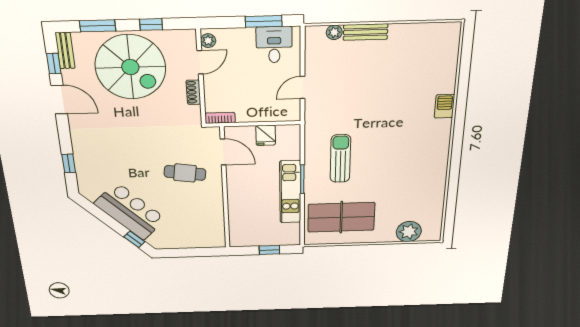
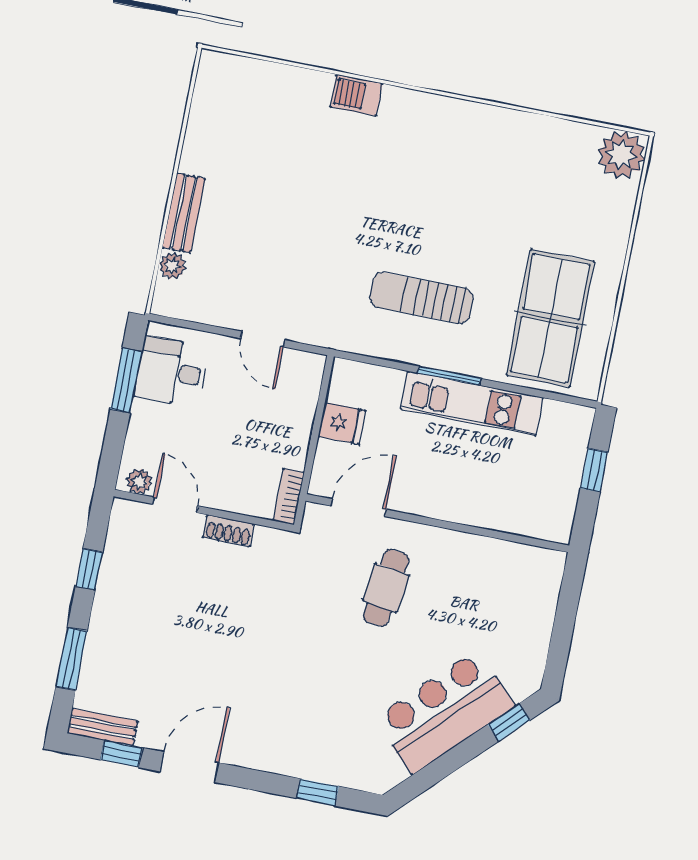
spiral stairs: (130, 67) -> (157, 626), removed
plant: (409, 232) -> (621, 155), moved

